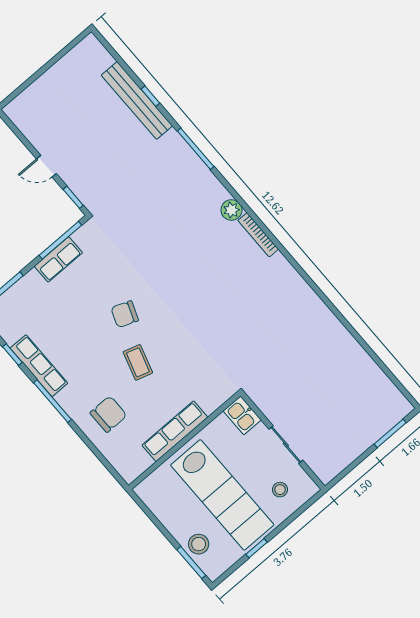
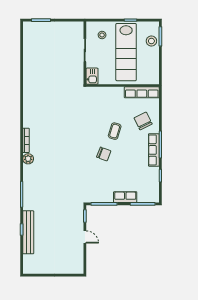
row of seats: (58, 259) -> (125, 197), moved
row of seats: (39, 366) -> (154, 150), moved
chair: (108, 414) -> (143, 121), turned 64
row of seats: (175, 431) -> (142, 92), moved
lab bench: (222, 495) -> (126, 52), turned 180

